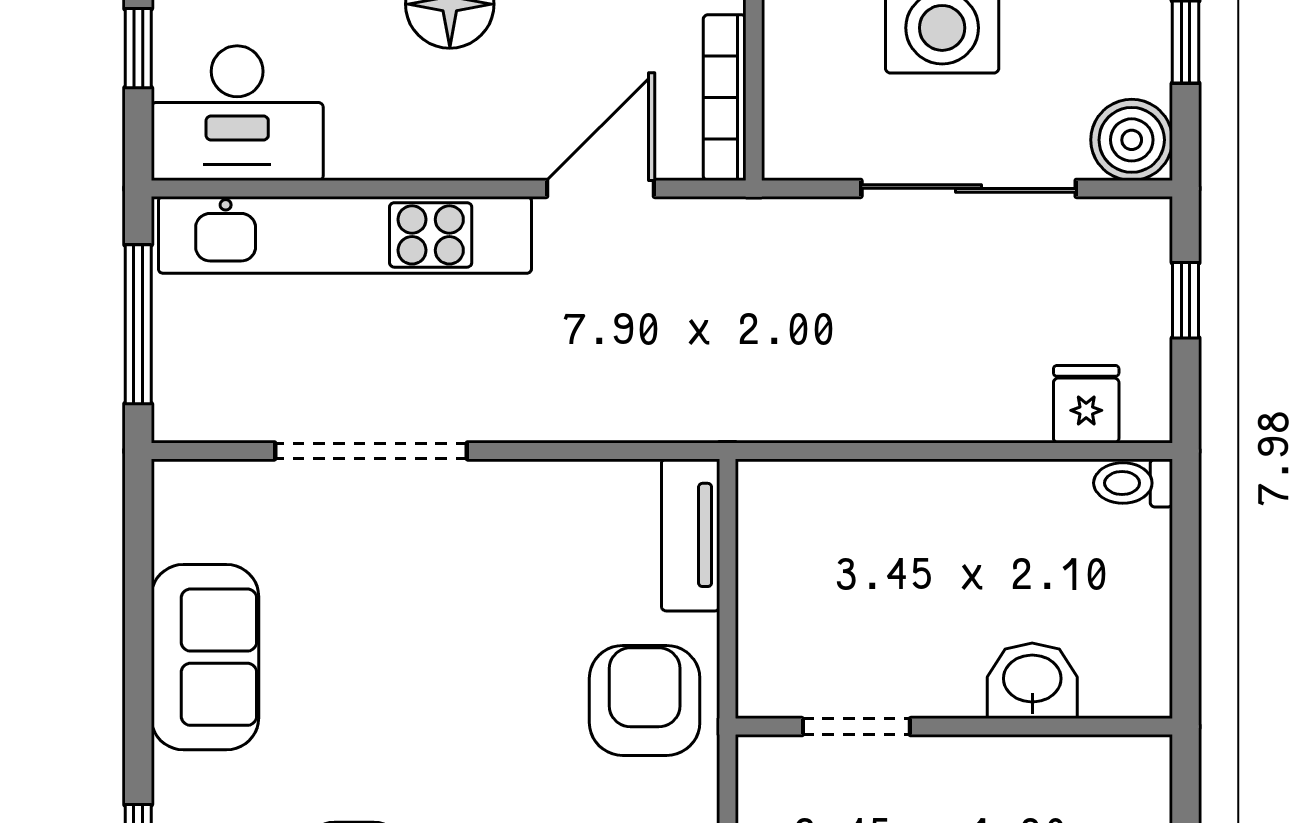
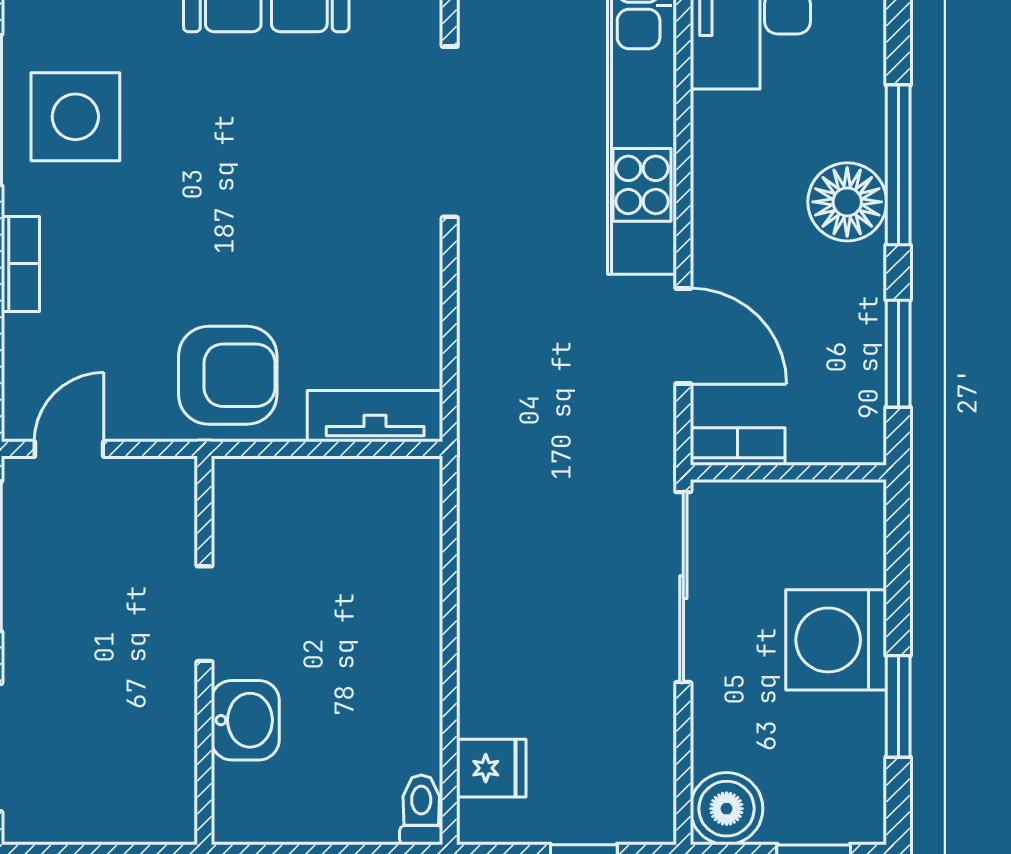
bookcase: (725, 98) -> (738, 446), width x0.64
sliding door: (969, 188) -> (683, 587), moved
doorway: (856, 727) -> (204, 614), moved

